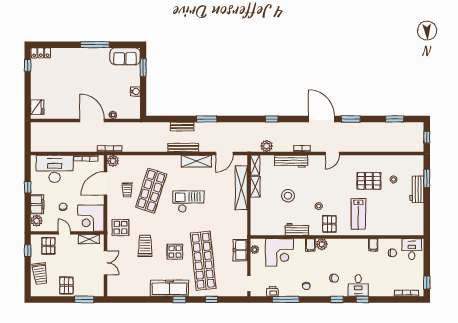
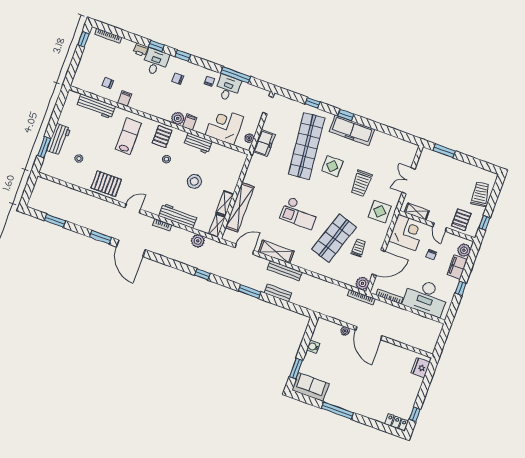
window: (272, 119) -> (202, 274), moved
window: (427, 137) -> (29, 190), removed
pallet: (369, 181) -> (106, 184), moved
workbench: (395, 229) -> (96, 106), added
desk: (412, 249) -> (228, 88), moved, turned 180
pallet: (66, 285) -> (457, 172), removed
printer: (272, 291) -> (141, 50), moved

